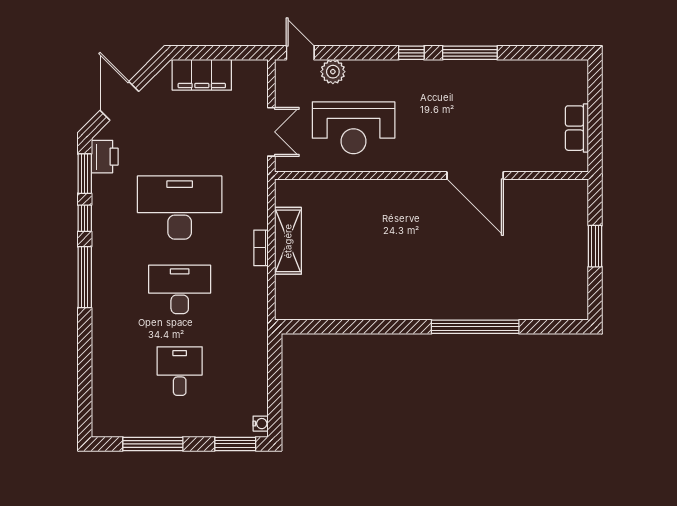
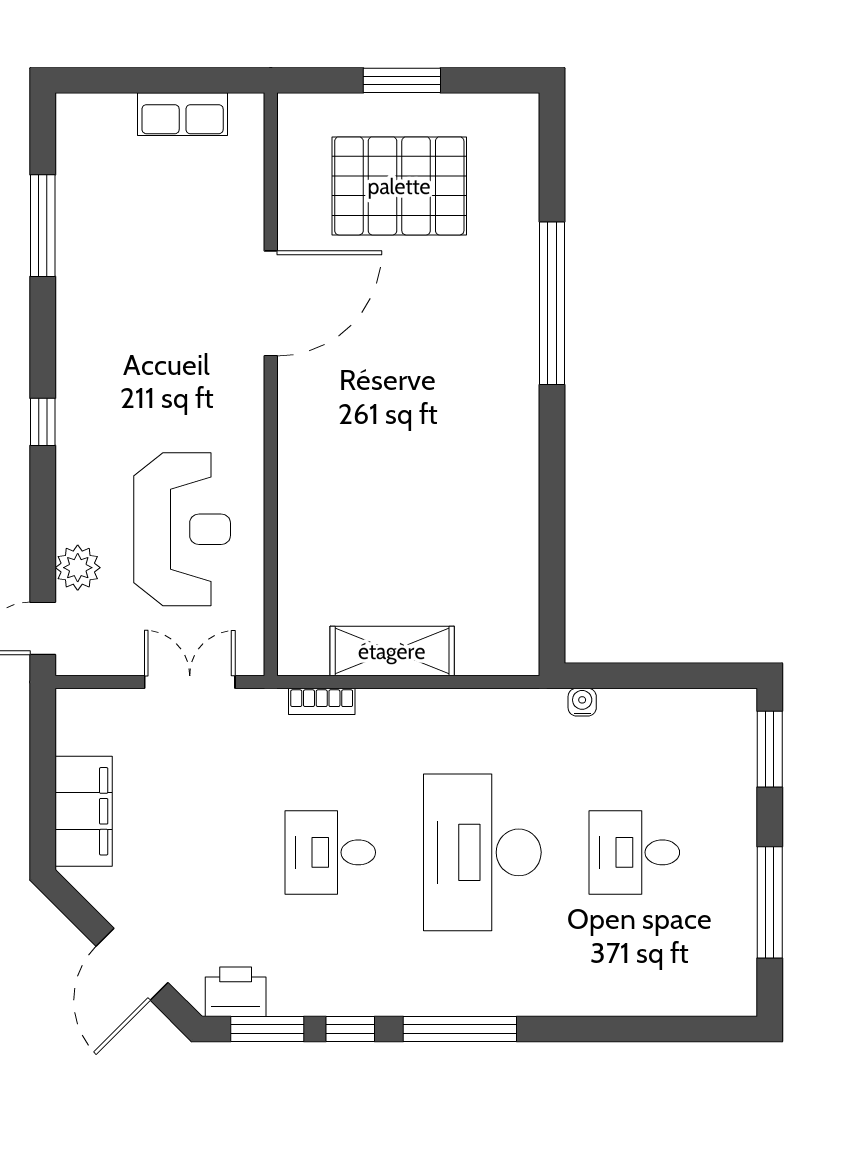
window: (470, 53) -> (43, 226), moved
door: (119, 101) -> (132, 964), hinge flipped
desk: (180, 208) -> (330, 852), width x0.53, depth x0.77
pallet: (538, 245) -> (399, 186), added
bookcase: (261, 248) -> (322, 701), moved
desk: (180, 289) -> (482, 852), width x1.36, depth x1.30
water cooler: (261, 424) -> (582, 702), moved

